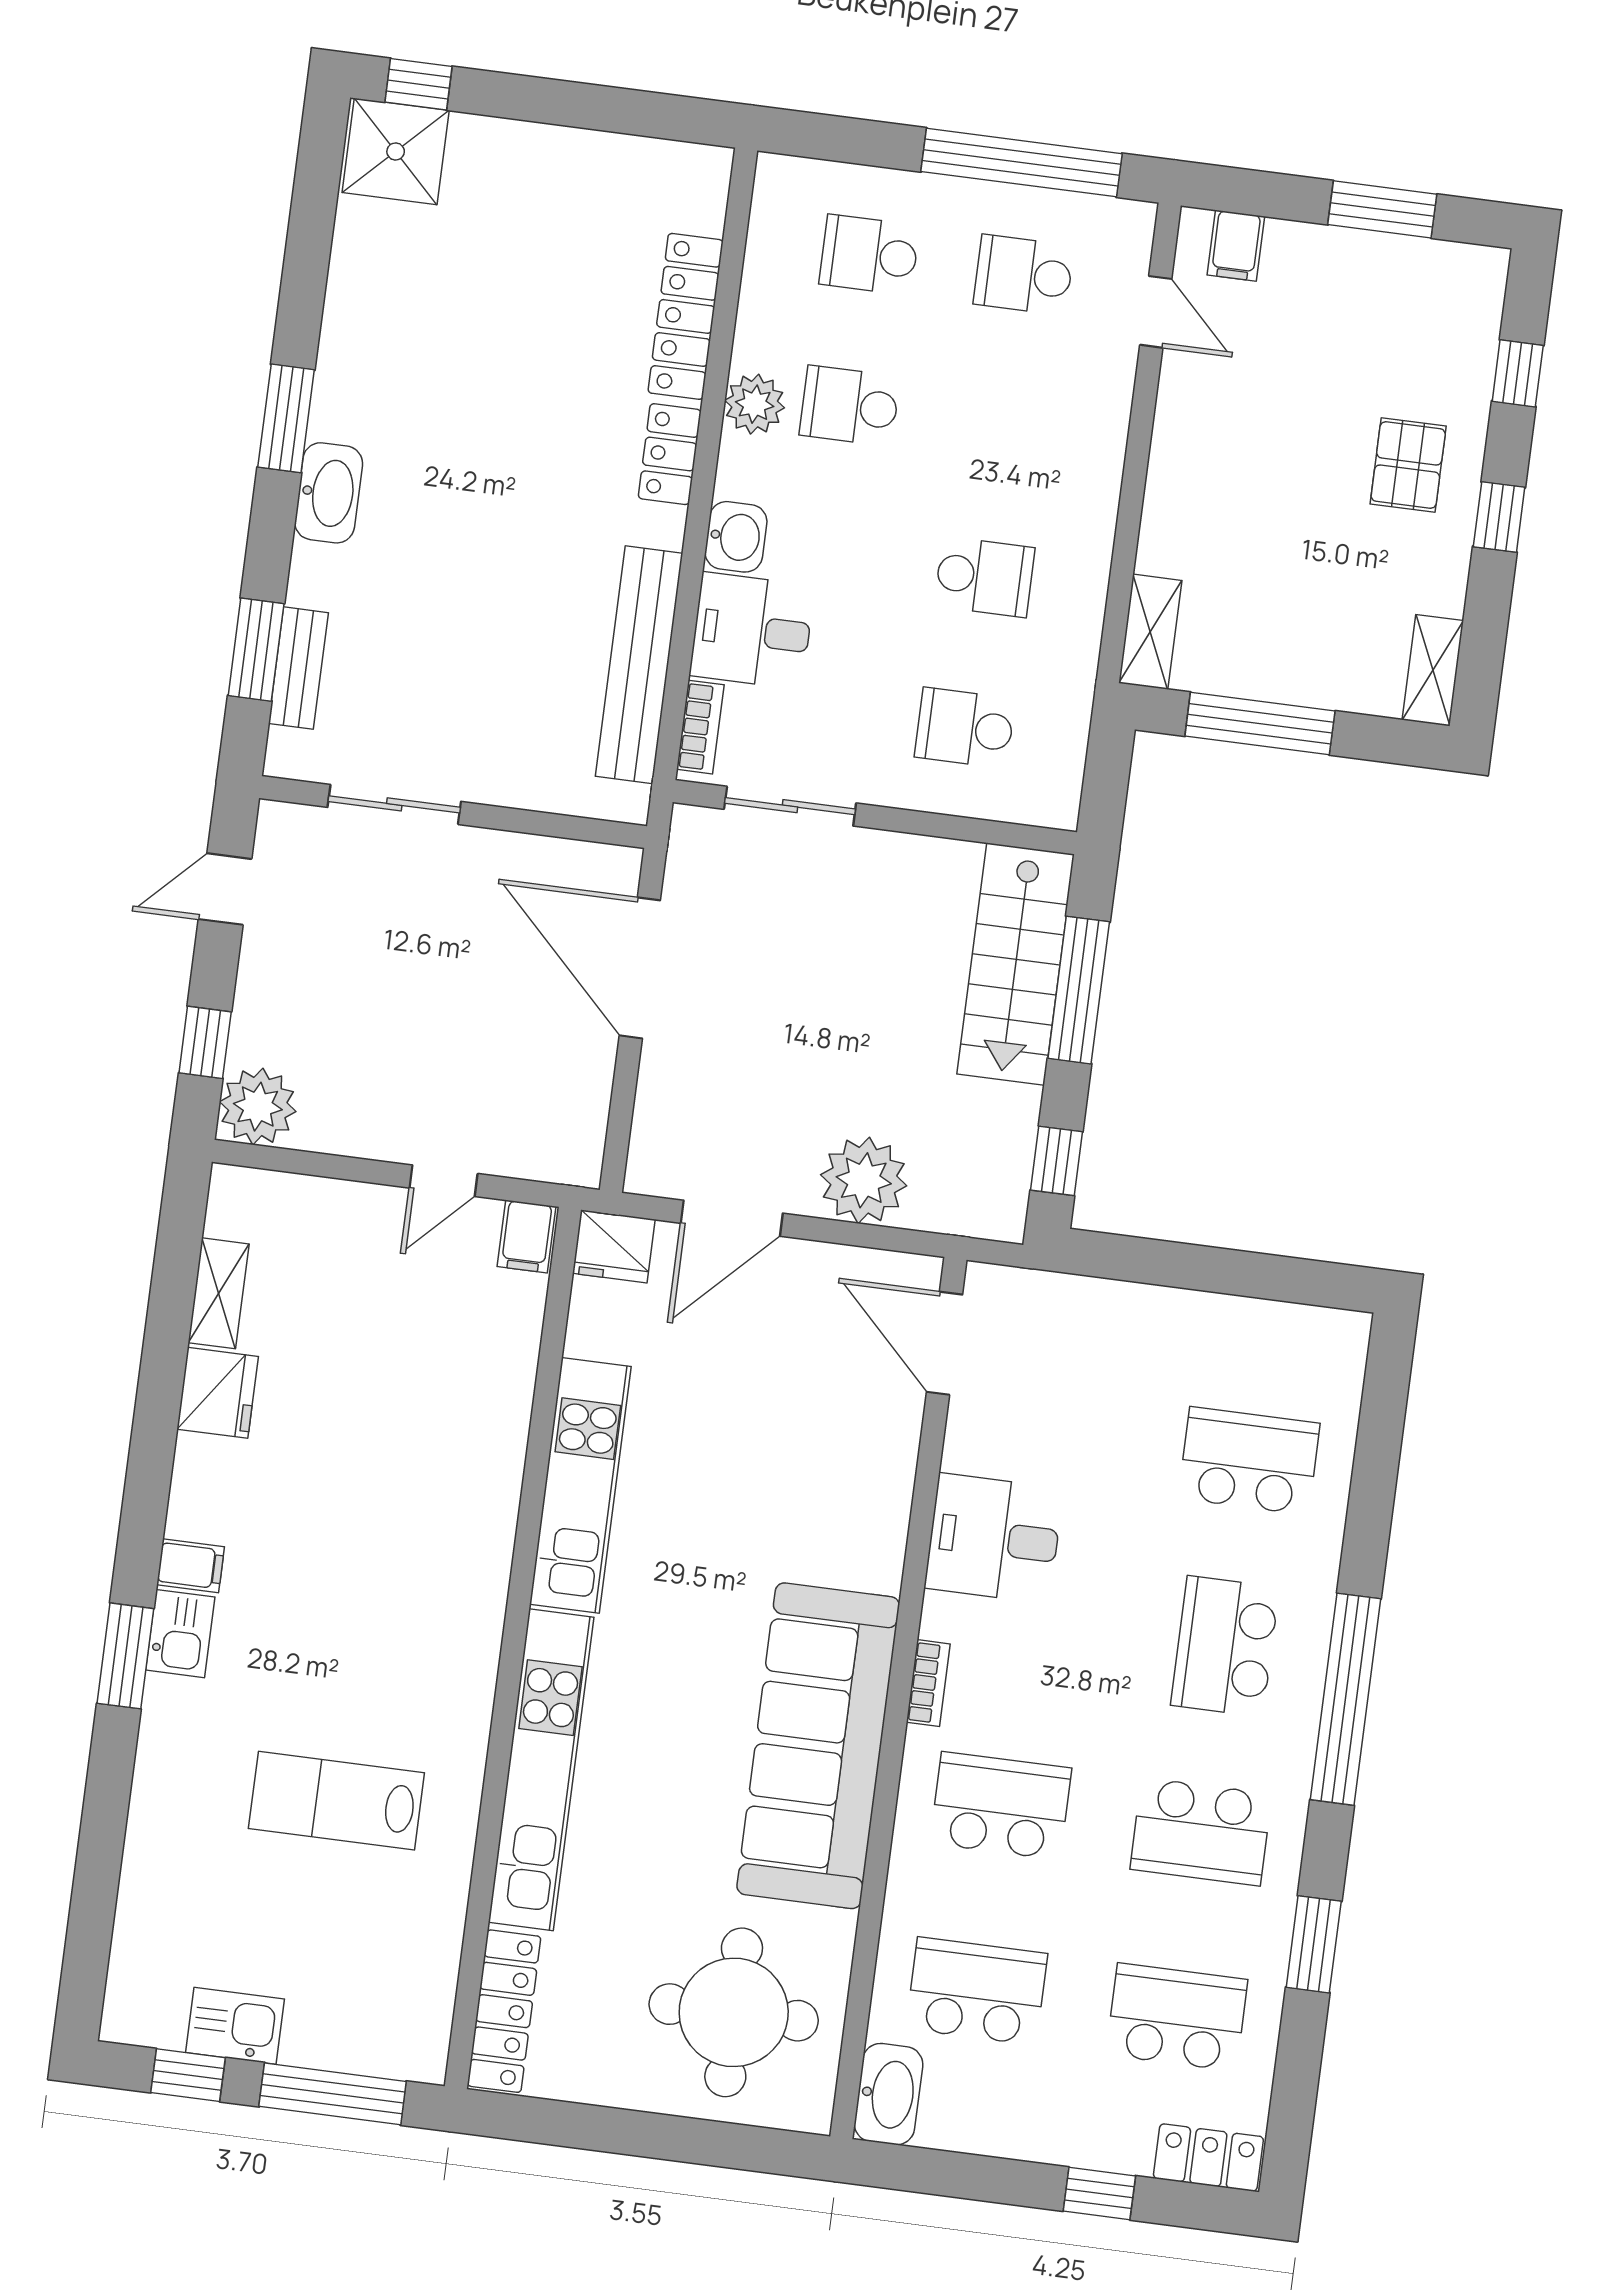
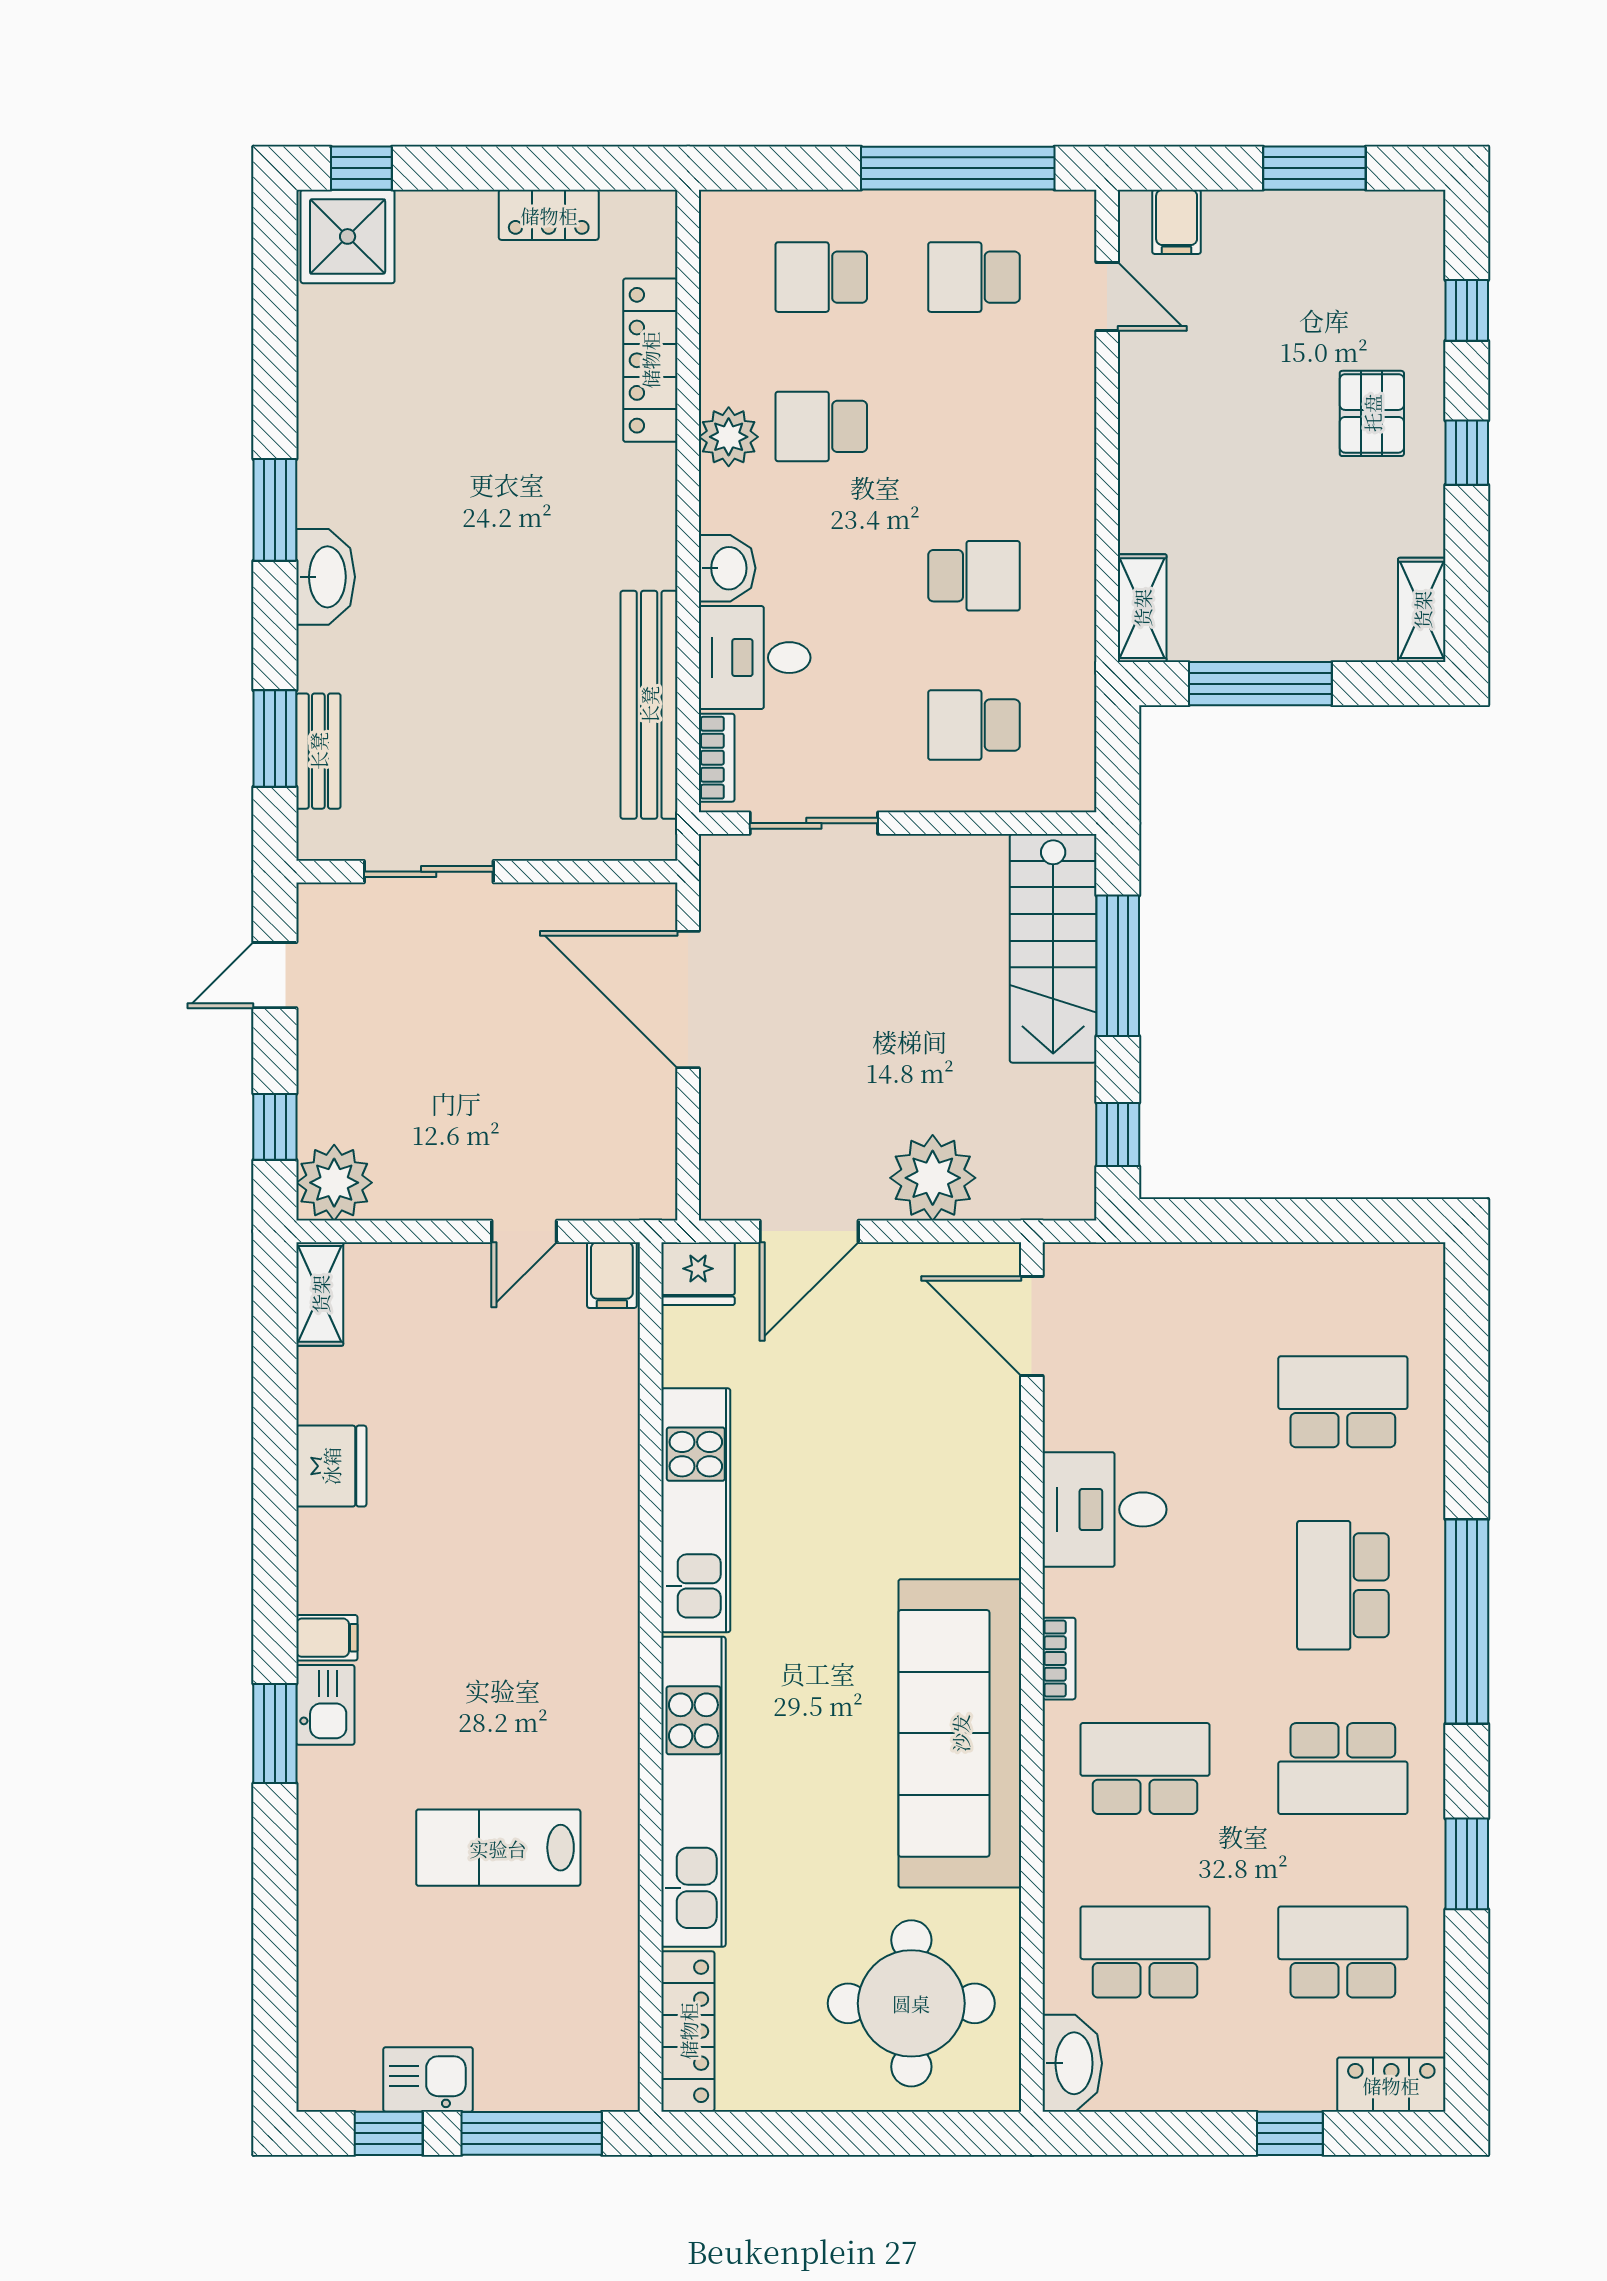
locker: (670, 454) -> (549, 215), moved, turned -90
shelving: (219, 1293) -> (320, 1294), moved

